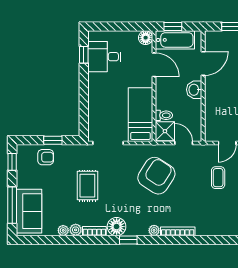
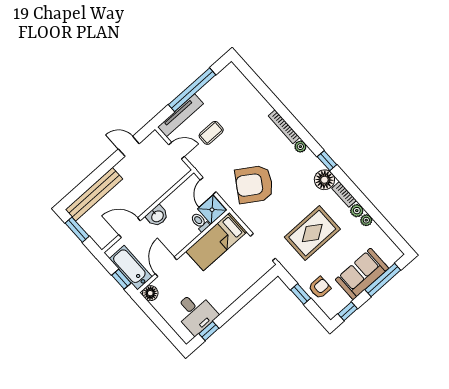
armchair: (46, 157) -> (320, 288), turned 90
rug: (87, 186) -> (312, 233), width x1.36, depth x1.43
sofa: (29, 211) -> (362, 274), moved

